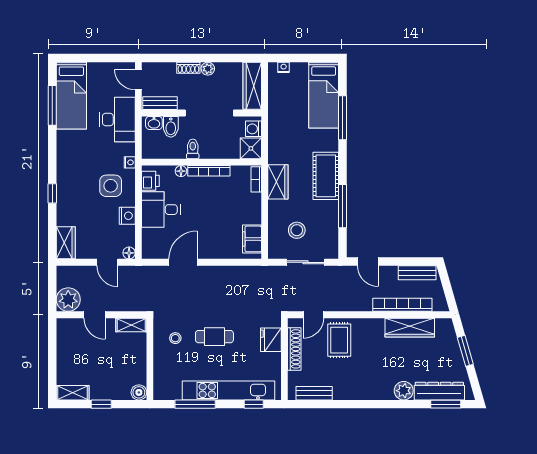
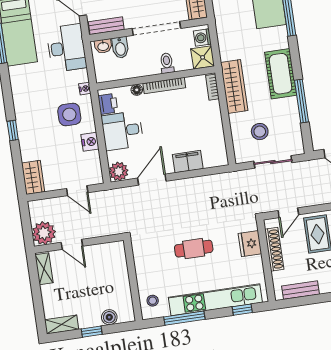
toilet: (193, 149) -> (167, 63), moved
wardrobe: (278, 182) -> (234, 87), width x1.50
filing cabinet: (252, 239) -> (188, 162), moved, turned 90
plant: (151, 249) -> (119, 171), added
floor lamp: (129, 253) -> (97, 178), removed
shelving: (131, 325) -> (44, 269), moved, turned 90
stool: (175, 338) -> (153, 301), moved
boiler: (139, 392) -> (109, 317), moved

